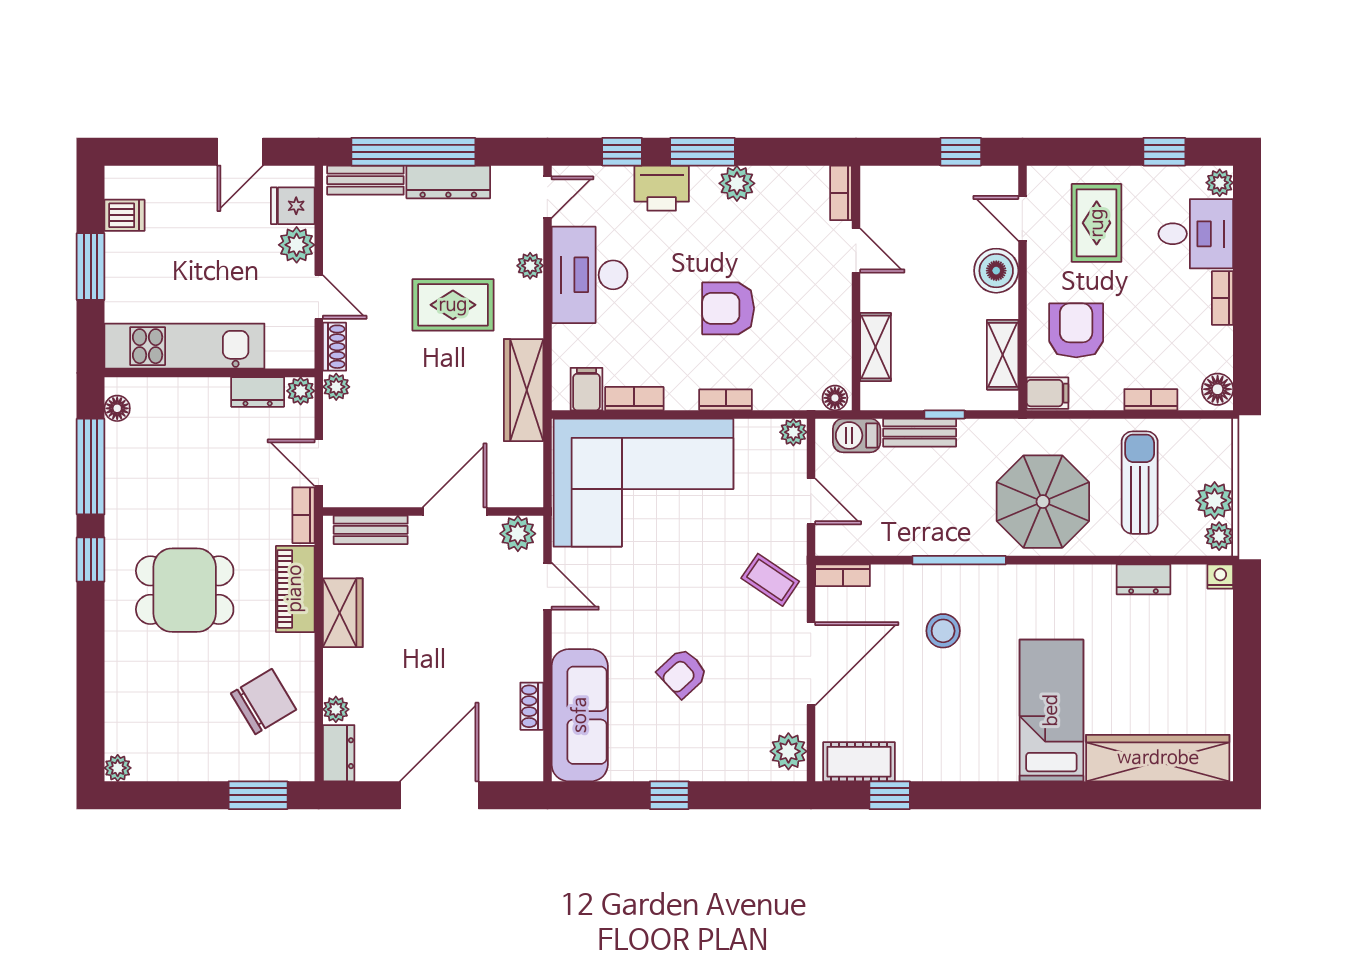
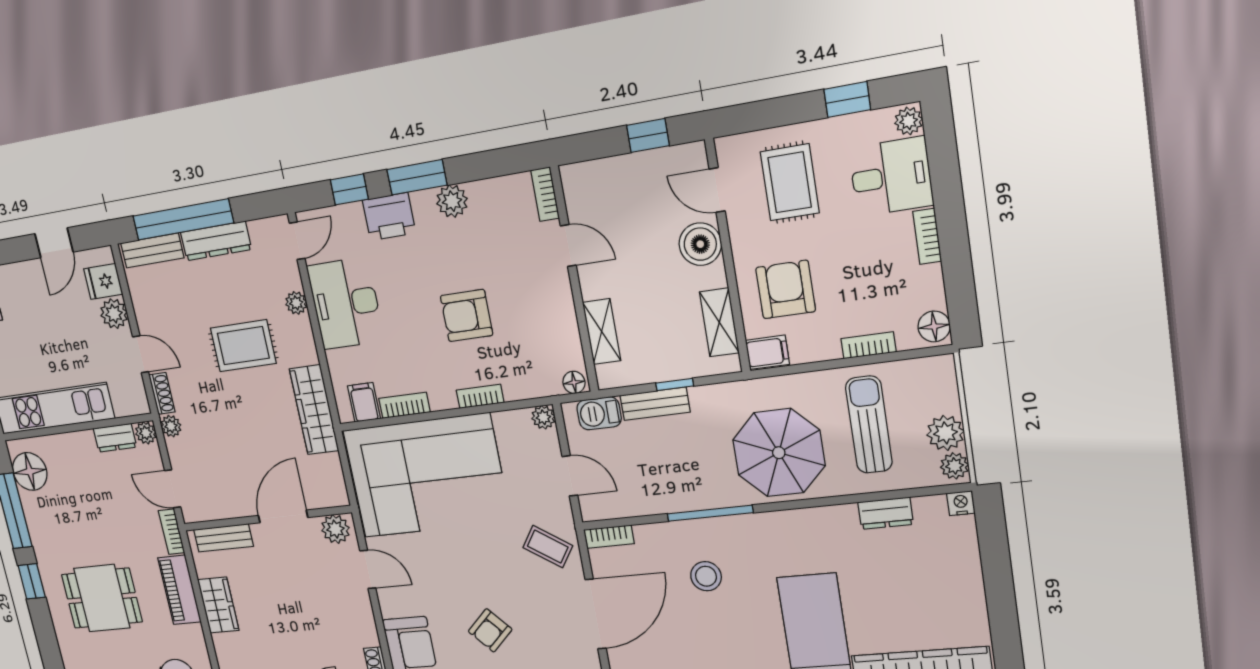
floor lamp: (117, 408) -> (30, 471), width x1.89, depth x1.89

